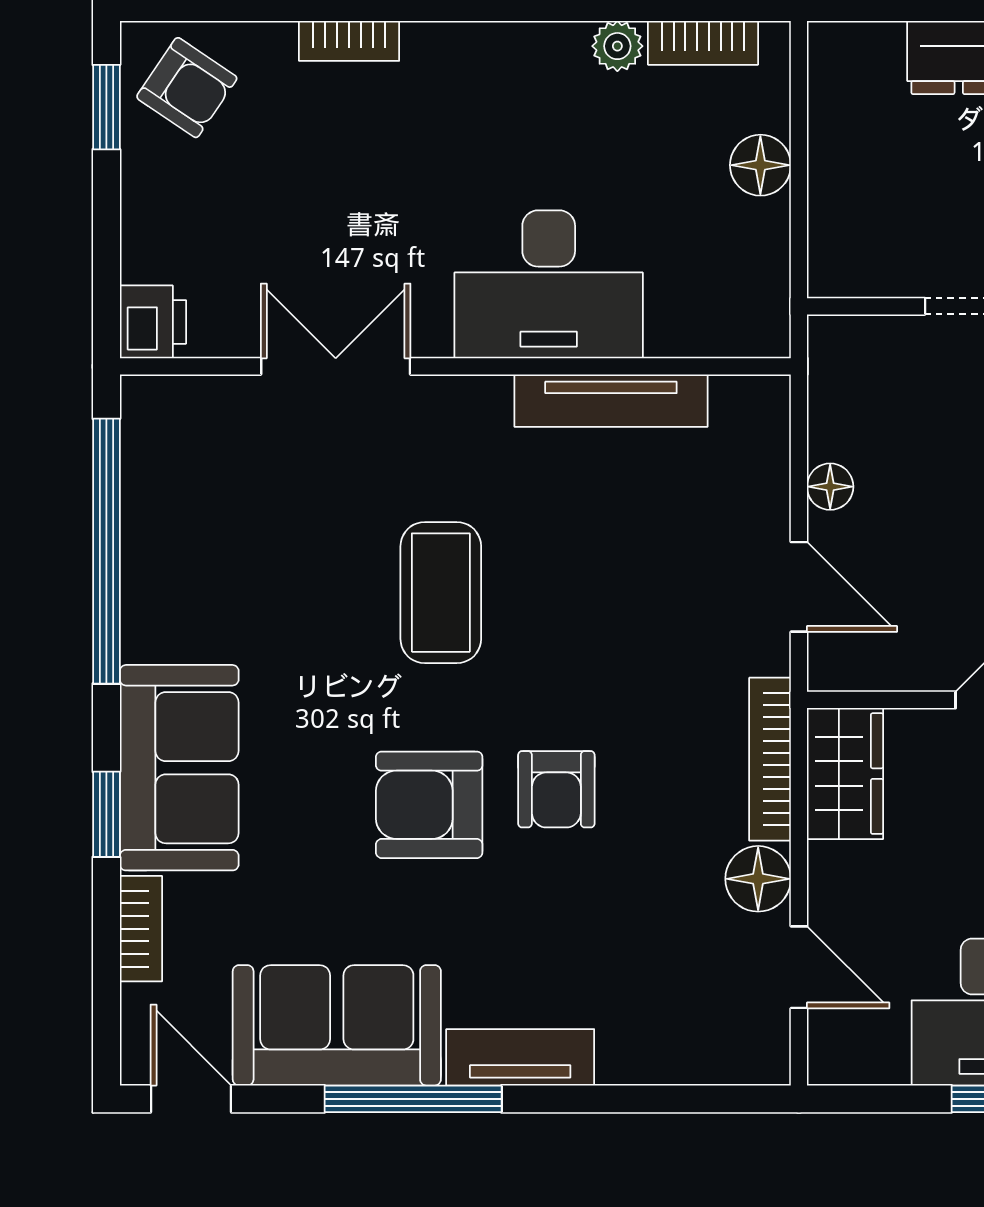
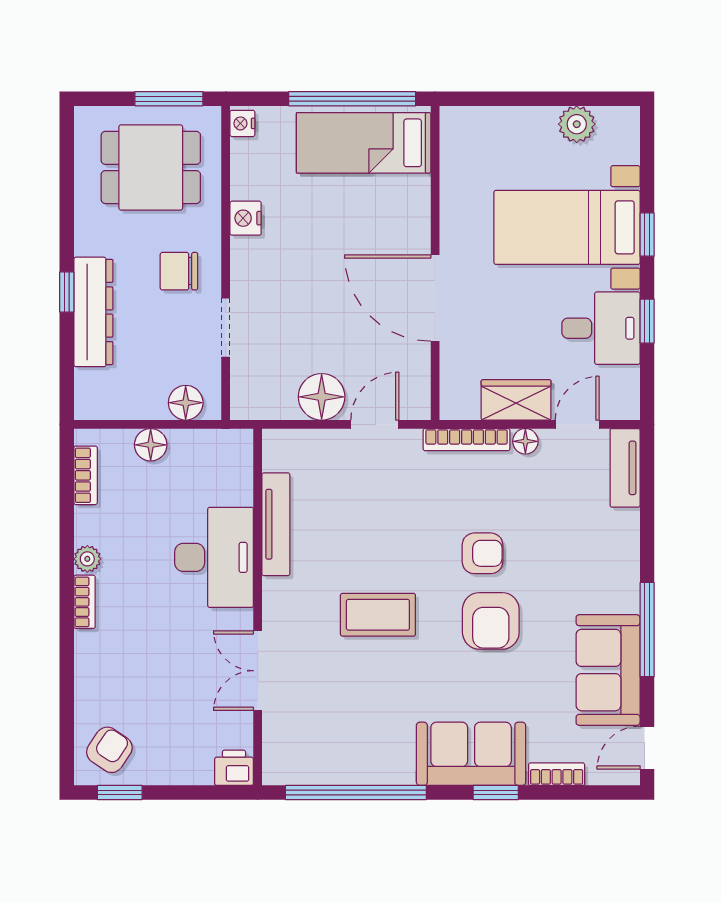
bookcase: (349, 41) -> (85, 602), moved
plant: (617, 46) -> (87, 559), moved
floor lamp: (839, 231) -> (186, 403), added
floor lamp: (830, 487) -> (322, 397), width x1.89, depth x1.89
wardrobe: (845, 774) -> (516, 400), moved
floor lamp: (758, 879) -> (525, 441), width x0.73, depth x0.73
tv unit: (520, 1057) -> (625, 468), moved

